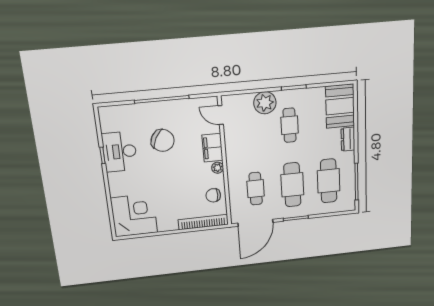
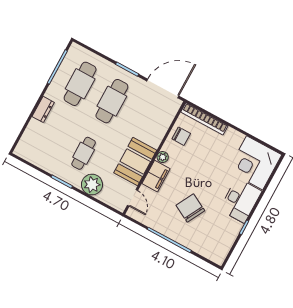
booth: (340, 106) -> (135, 162), moved
desk: (120, 152) -> (240, 200), moved
cafe table: (256, 189) -> (144, 118), removed

